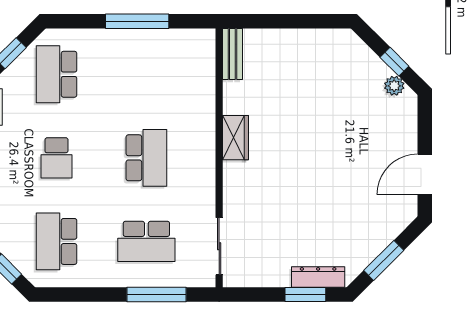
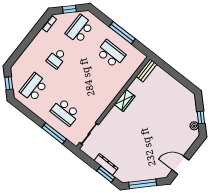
school desk: (146, 158) -> (111, 54), moved, turned -90
window: (384, 260) -> (143, 184), width x1.44
dresser: (318, 277) -> (106, 164), moved

